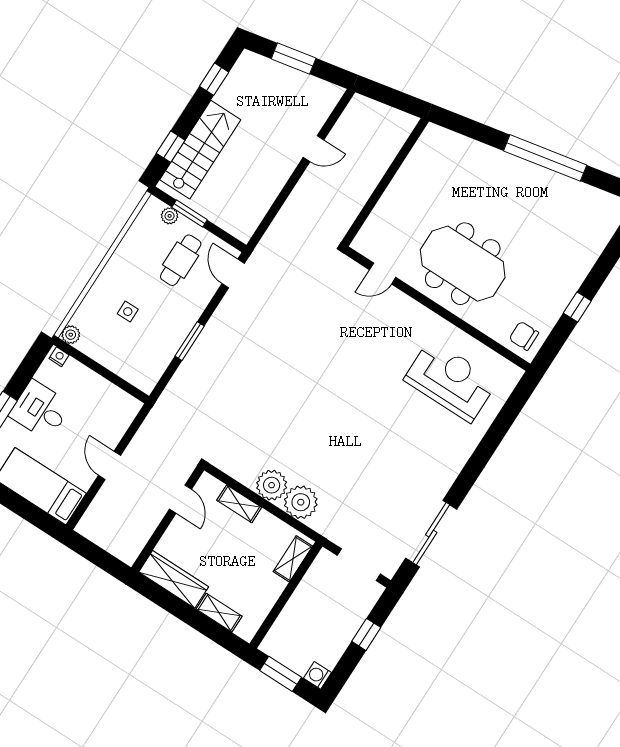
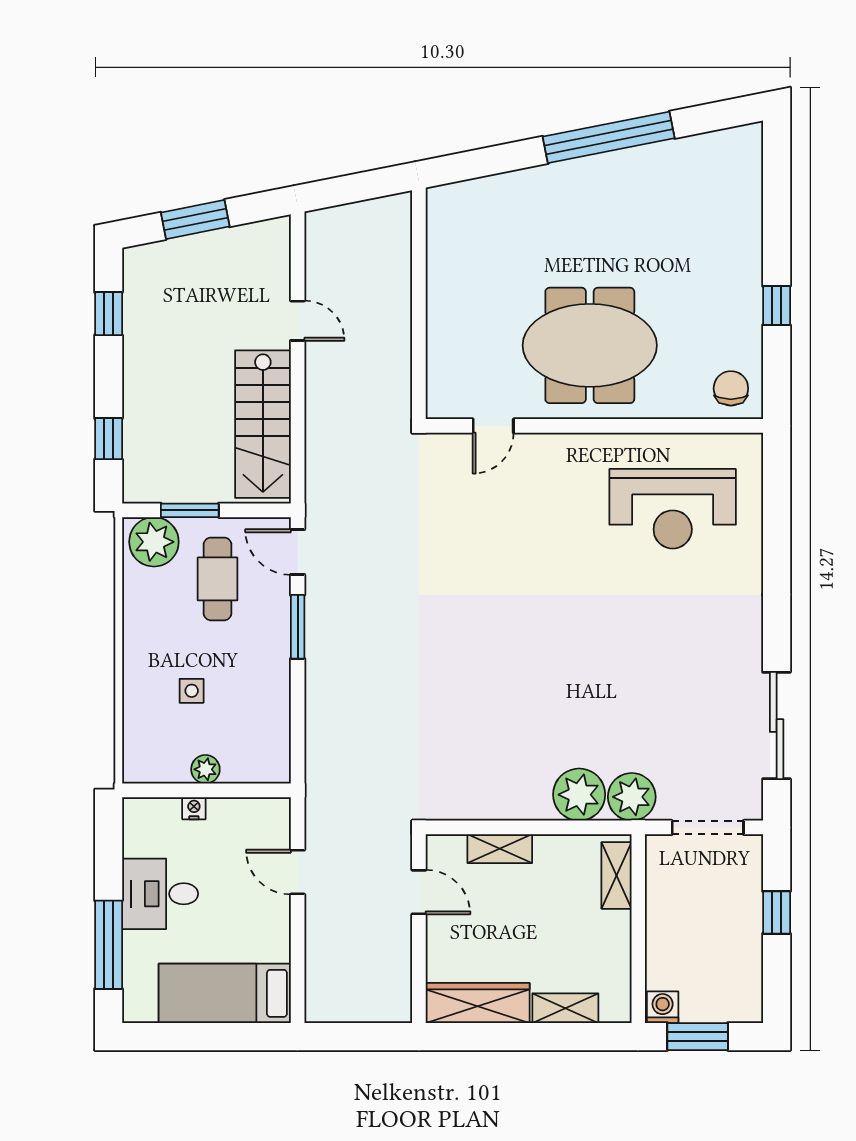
door: (314, 149) -> (298, 321), hinge flipped
stairs: (200, 150) -> (263, 424), moved, turned 180
plant: (170, 216) -> (154, 542), width x1.88, depth x1.88
plant: (71, 335) -> (205, 769), moved
chair: (524, 336) -> (731, 388), turned 90
window: (190, 341) -> (298, 627), moved
nightstand: (59, 357) -> (194, 808), moved
reception desk: (451, 381) -> (673, 509), turned 180
door: (109, 465) -> (298, 872), moved
plant: (272, 485) -> (632, 797), moved
washing machine: (318, 675) -> (663, 1007), moved, turned 90

